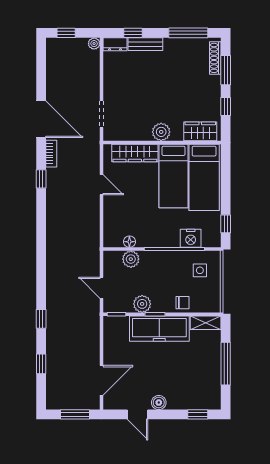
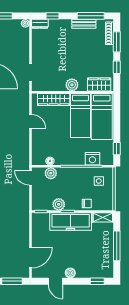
bench: (145, 44) -> (84, 24), moved
door: (102, 288) -> (31, 178), moved

